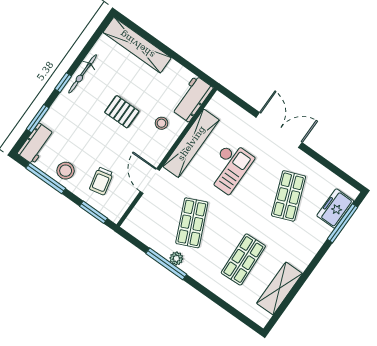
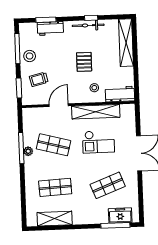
window: (63, 83) -> (91, 18), moved
workbench: (36, 144) -> (50, 28), moved
shop shelf: (192, 223) -> (54, 145), turned 39

